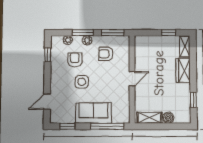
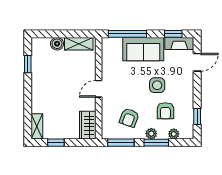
armchair: (106, 54) -> (129, 118), turned 110
wardrobe: (183, 70) -> (88, 125), moved, turned 180
fireplace: (62, 118) -> (179, 43), added

